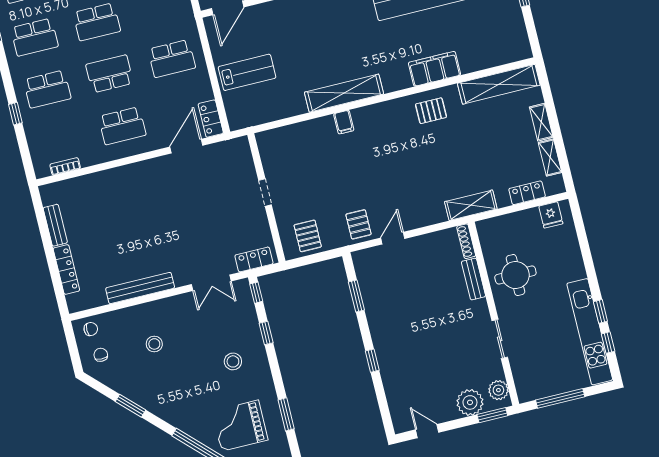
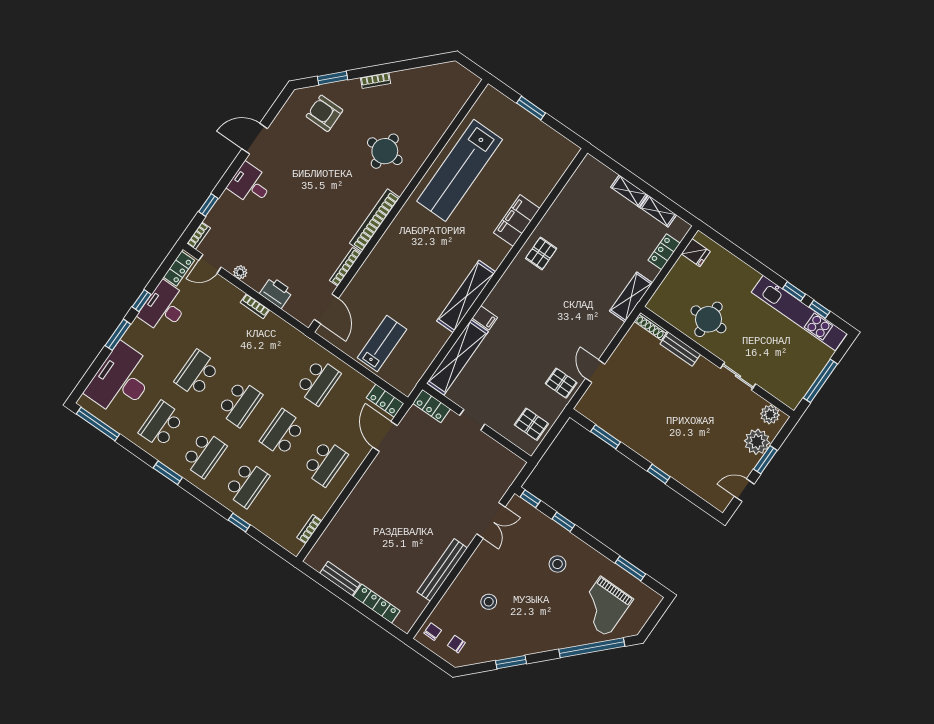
shelving: (499, 84) -> (457, 357), moved
locker: (254, 259) -> (431, 406), moved, turned -90
window: (492, 415) -> (765, 460), moved

